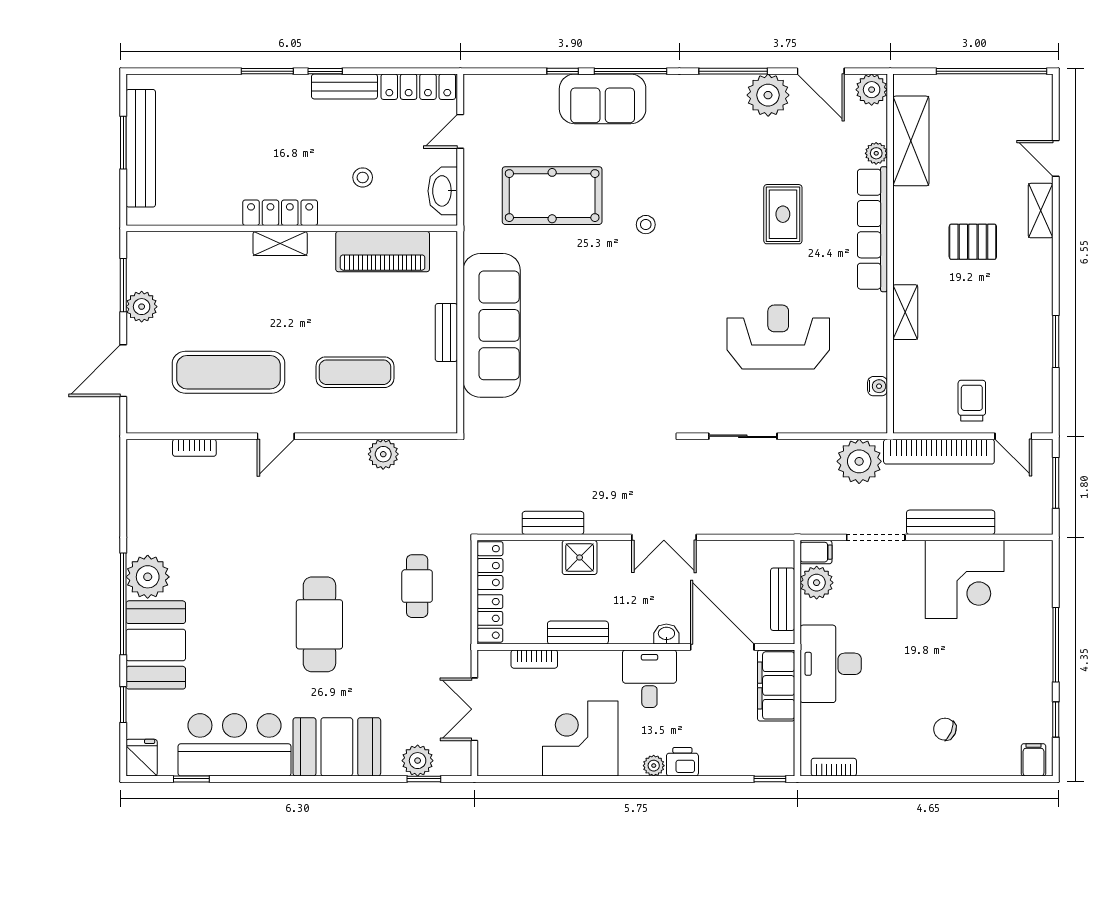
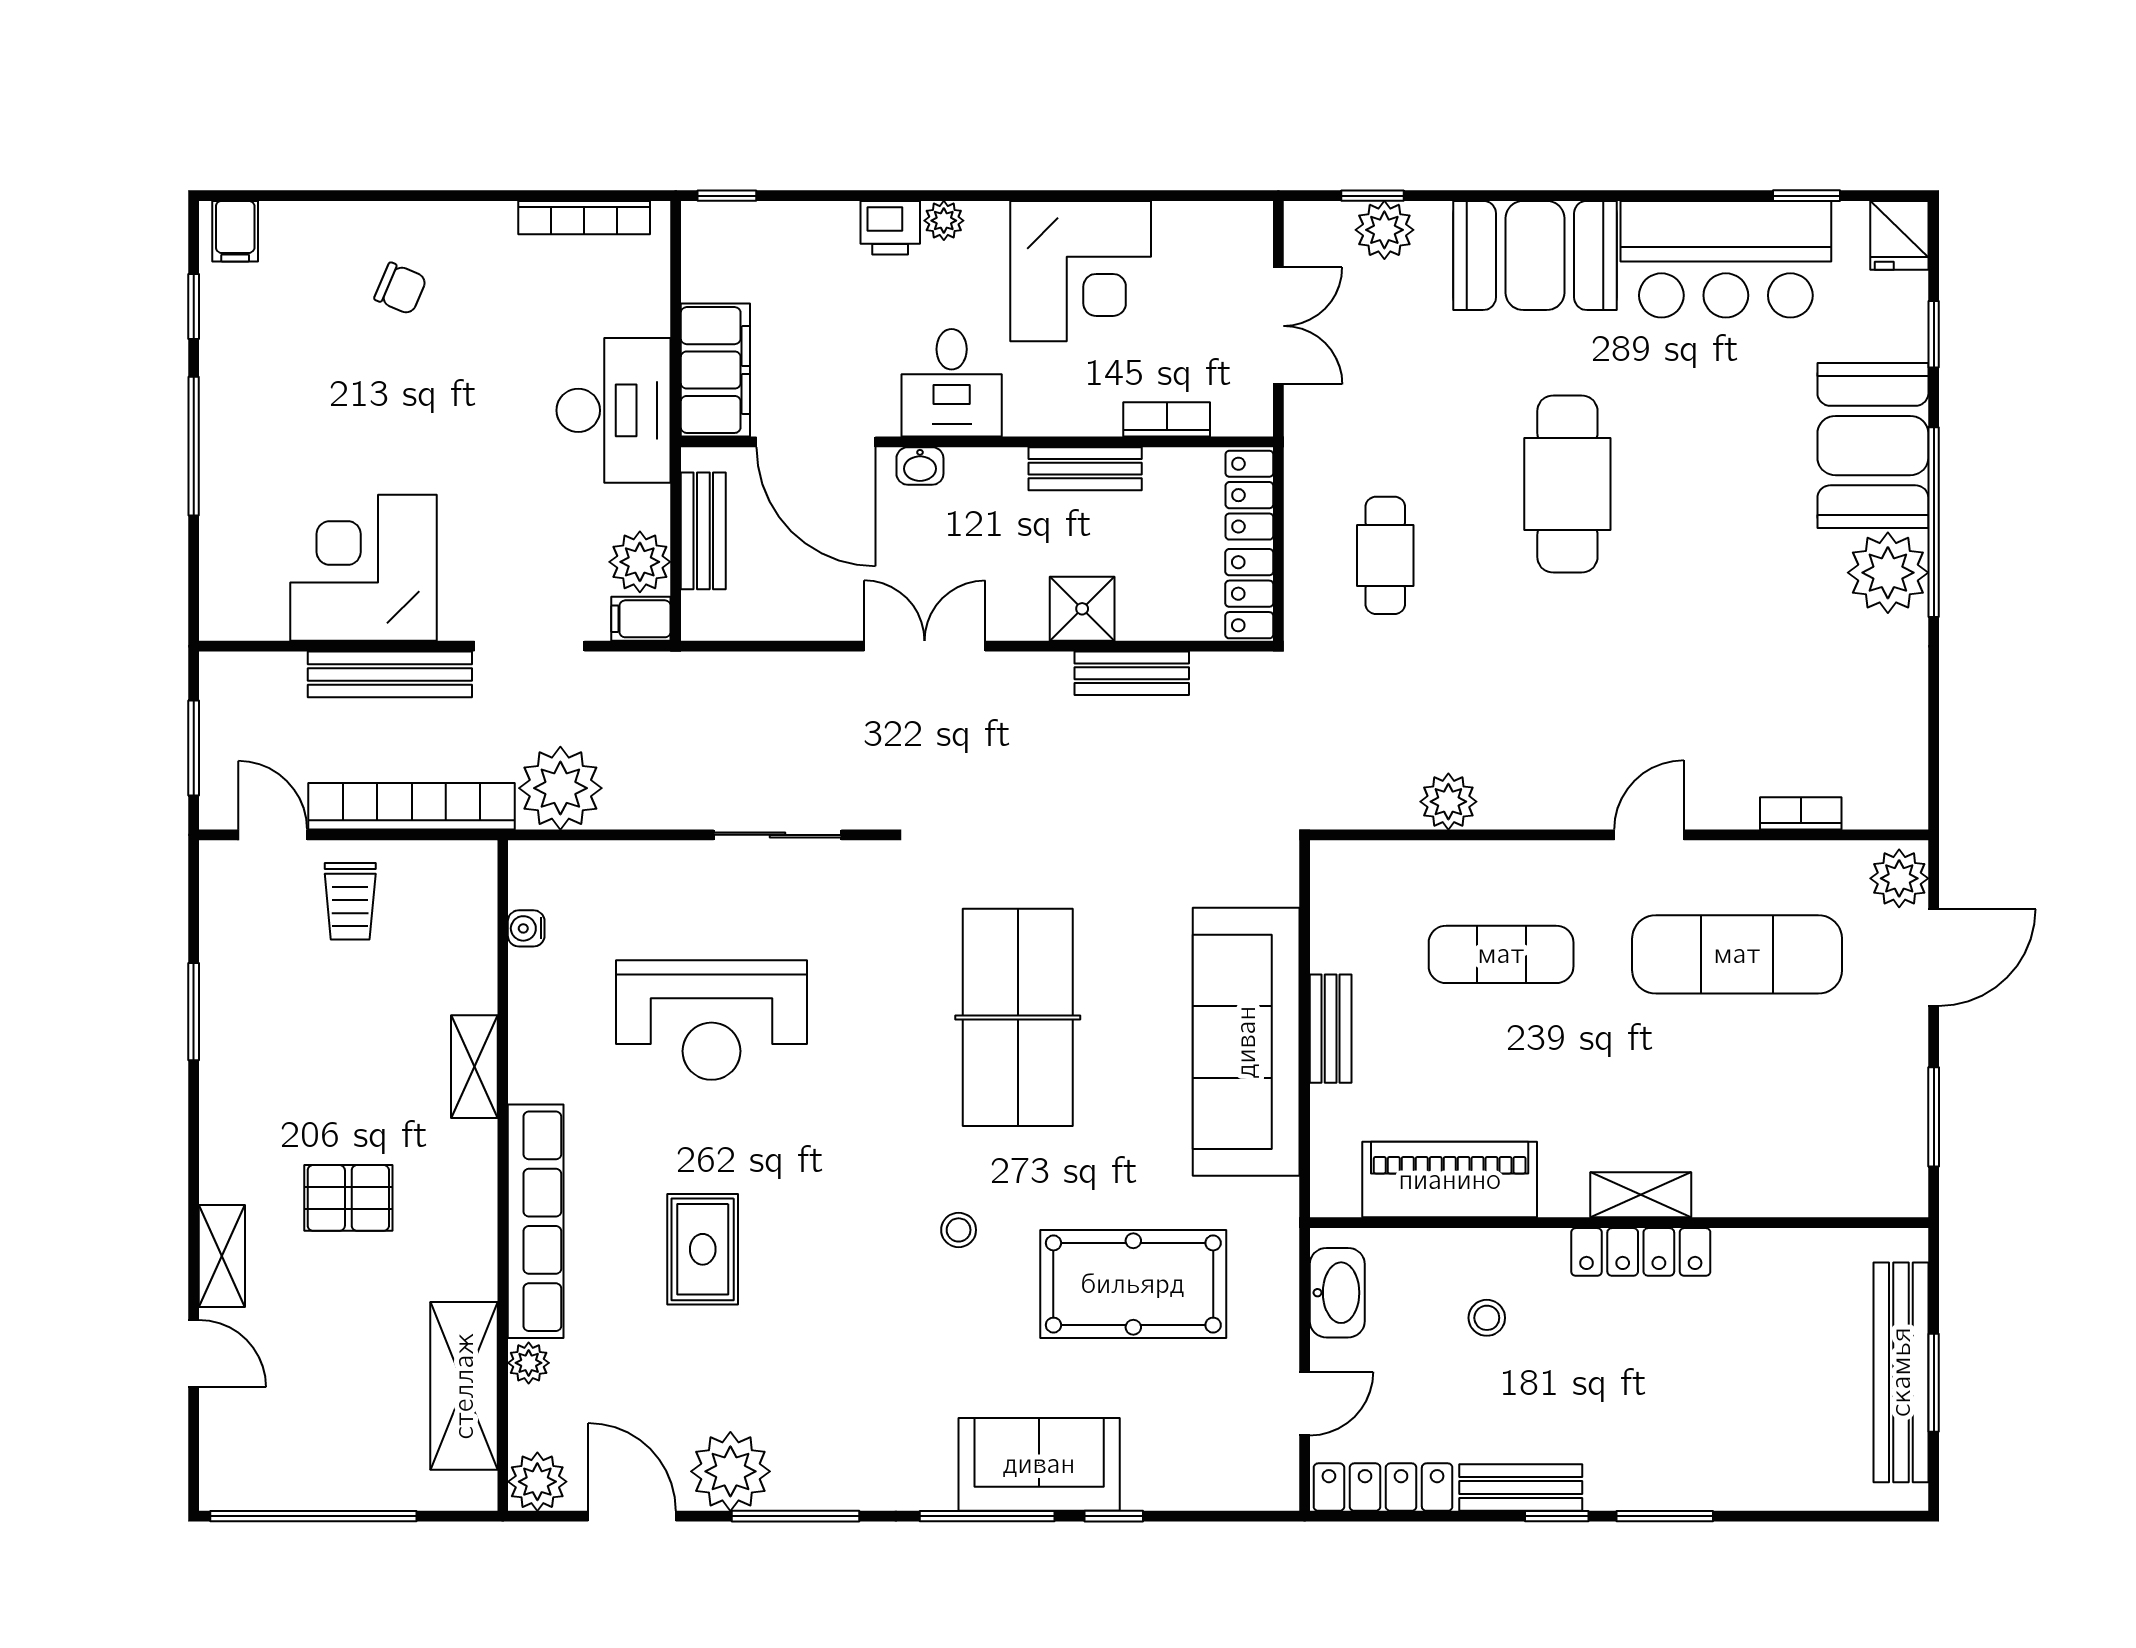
plant: (142, 307) -> (1899, 878), moved
table tennis table: (614, 338) -> (1018, 1017), added
bookcase: (834, 767) -> (584, 218), width x1.56

